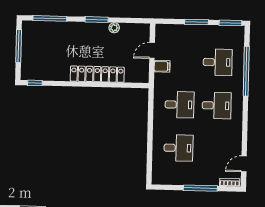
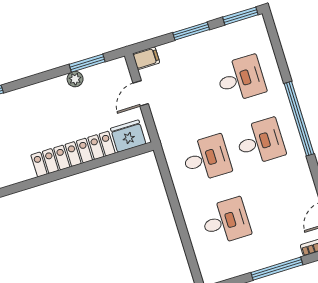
window: (97, 20) -> (87, 63), moved
filing cabinet: (162, 66) -> (146, 58), moved
window: (246, 71) -> (299, 119), moved
fridge: (135, 74) -> (128, 136), added

